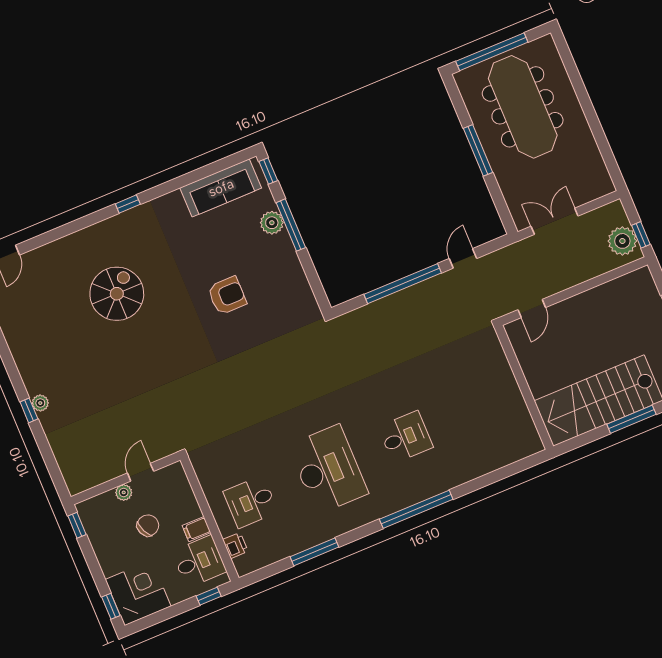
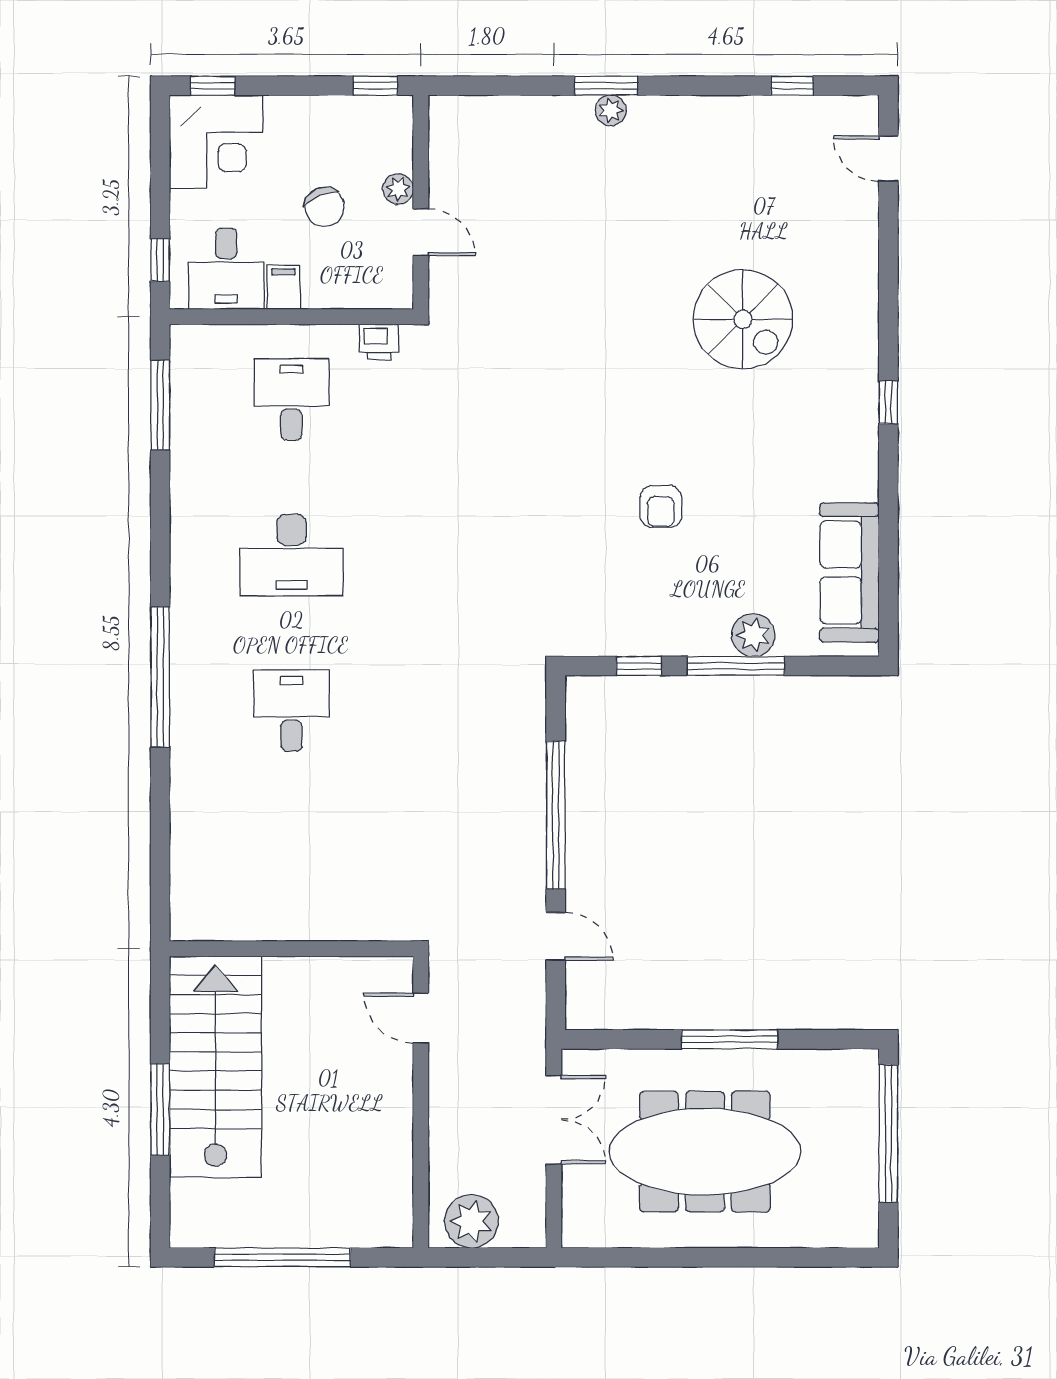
meeting table: (523, 107) -> (705, 1152), moved
window: (268, 171) -> (639, 666), moved
window: (641, 235) -> (469, 1257), removed
armchair: (227, 296) -> (661, 507), width x0.72, depth x0.72
window: (29, 410) -> (606, 86), width x1.50
desk: (406, 437) -> (291, 710), turned 180
desk: (328, 469) -> (291, 555), width x0.73, depth x0.77
printer: (235, 545) -> (379, 342), moved
window: (314, 552) -> (160, 405), moved

